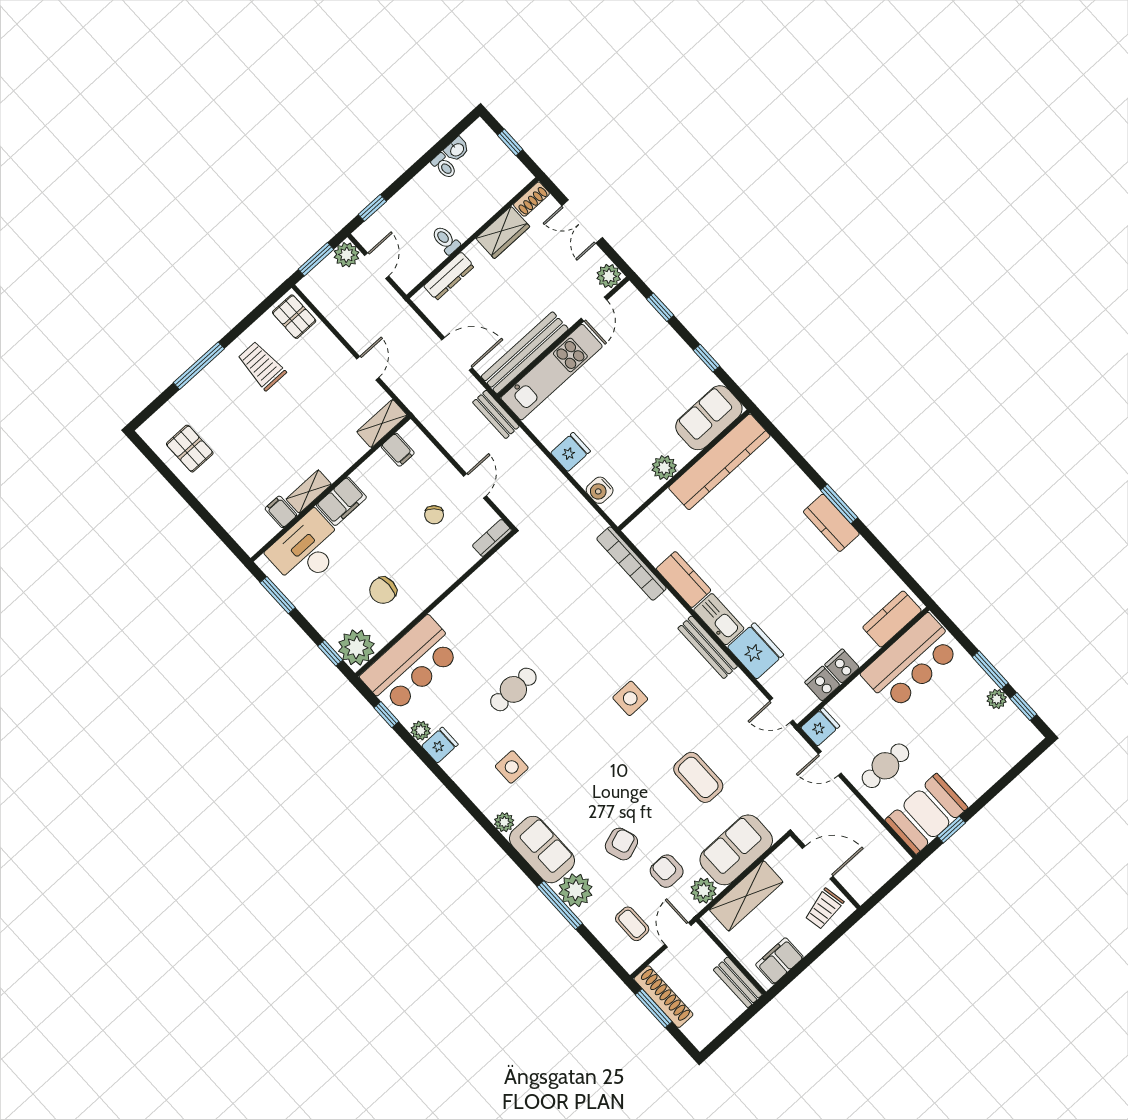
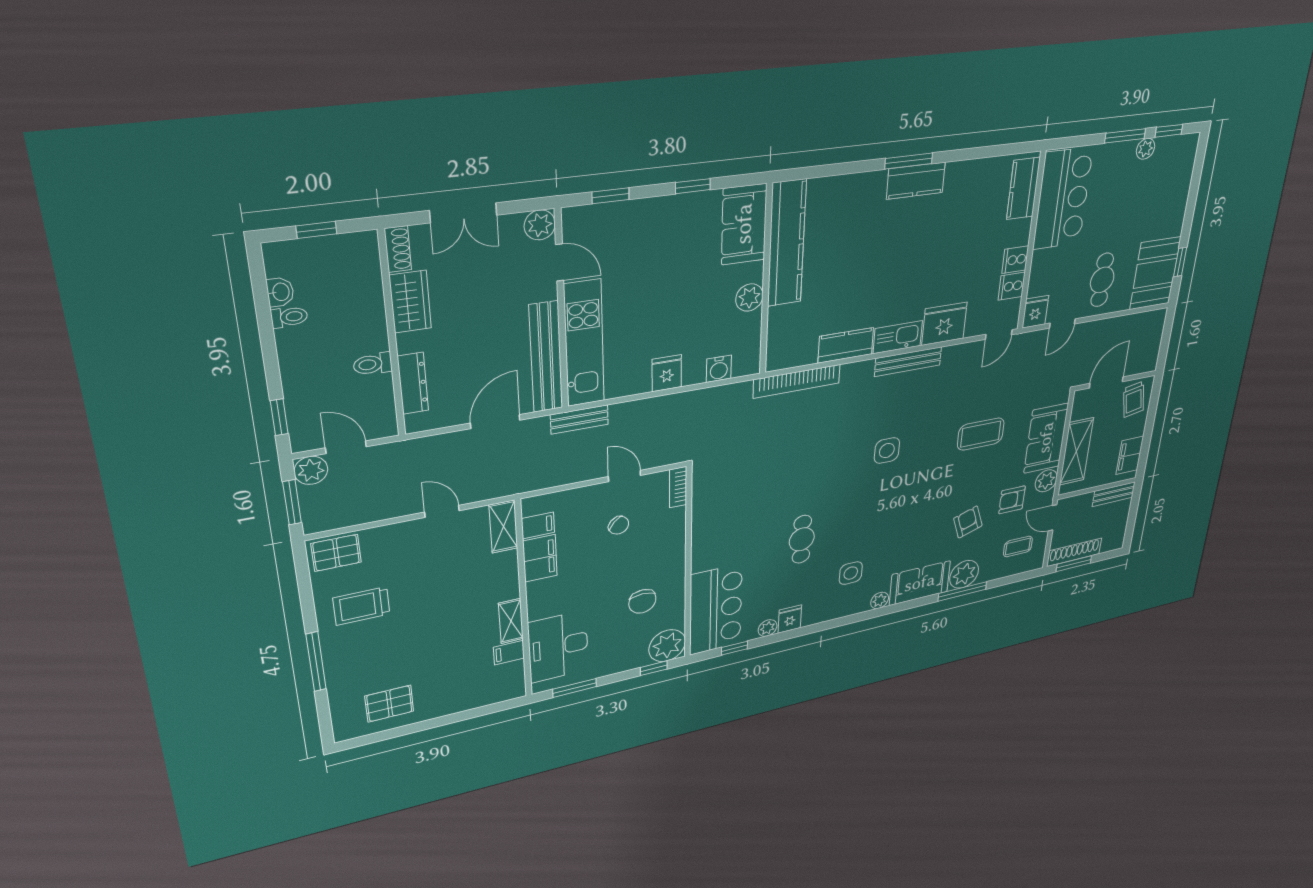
filing cabinet: (341, 501) -> (540, 558), moved

